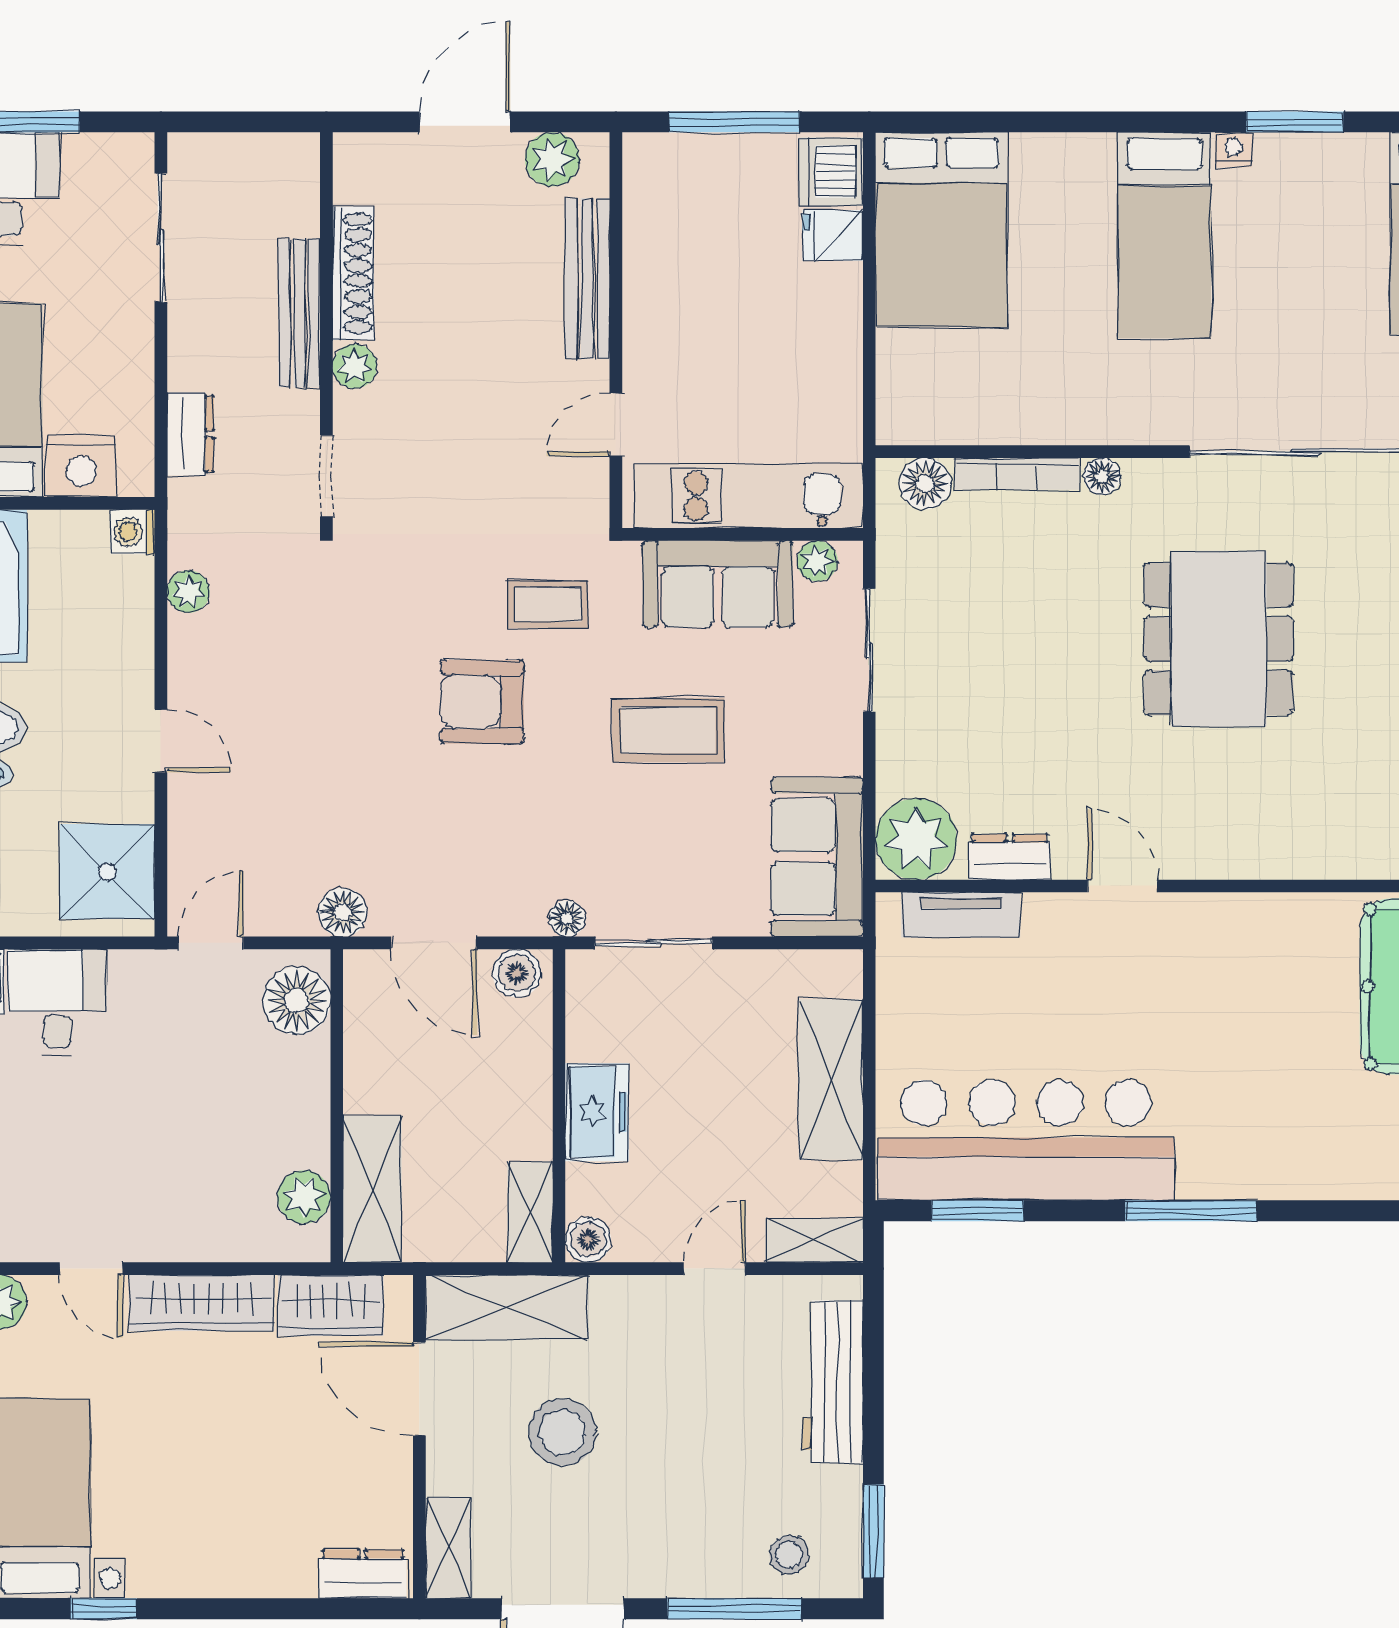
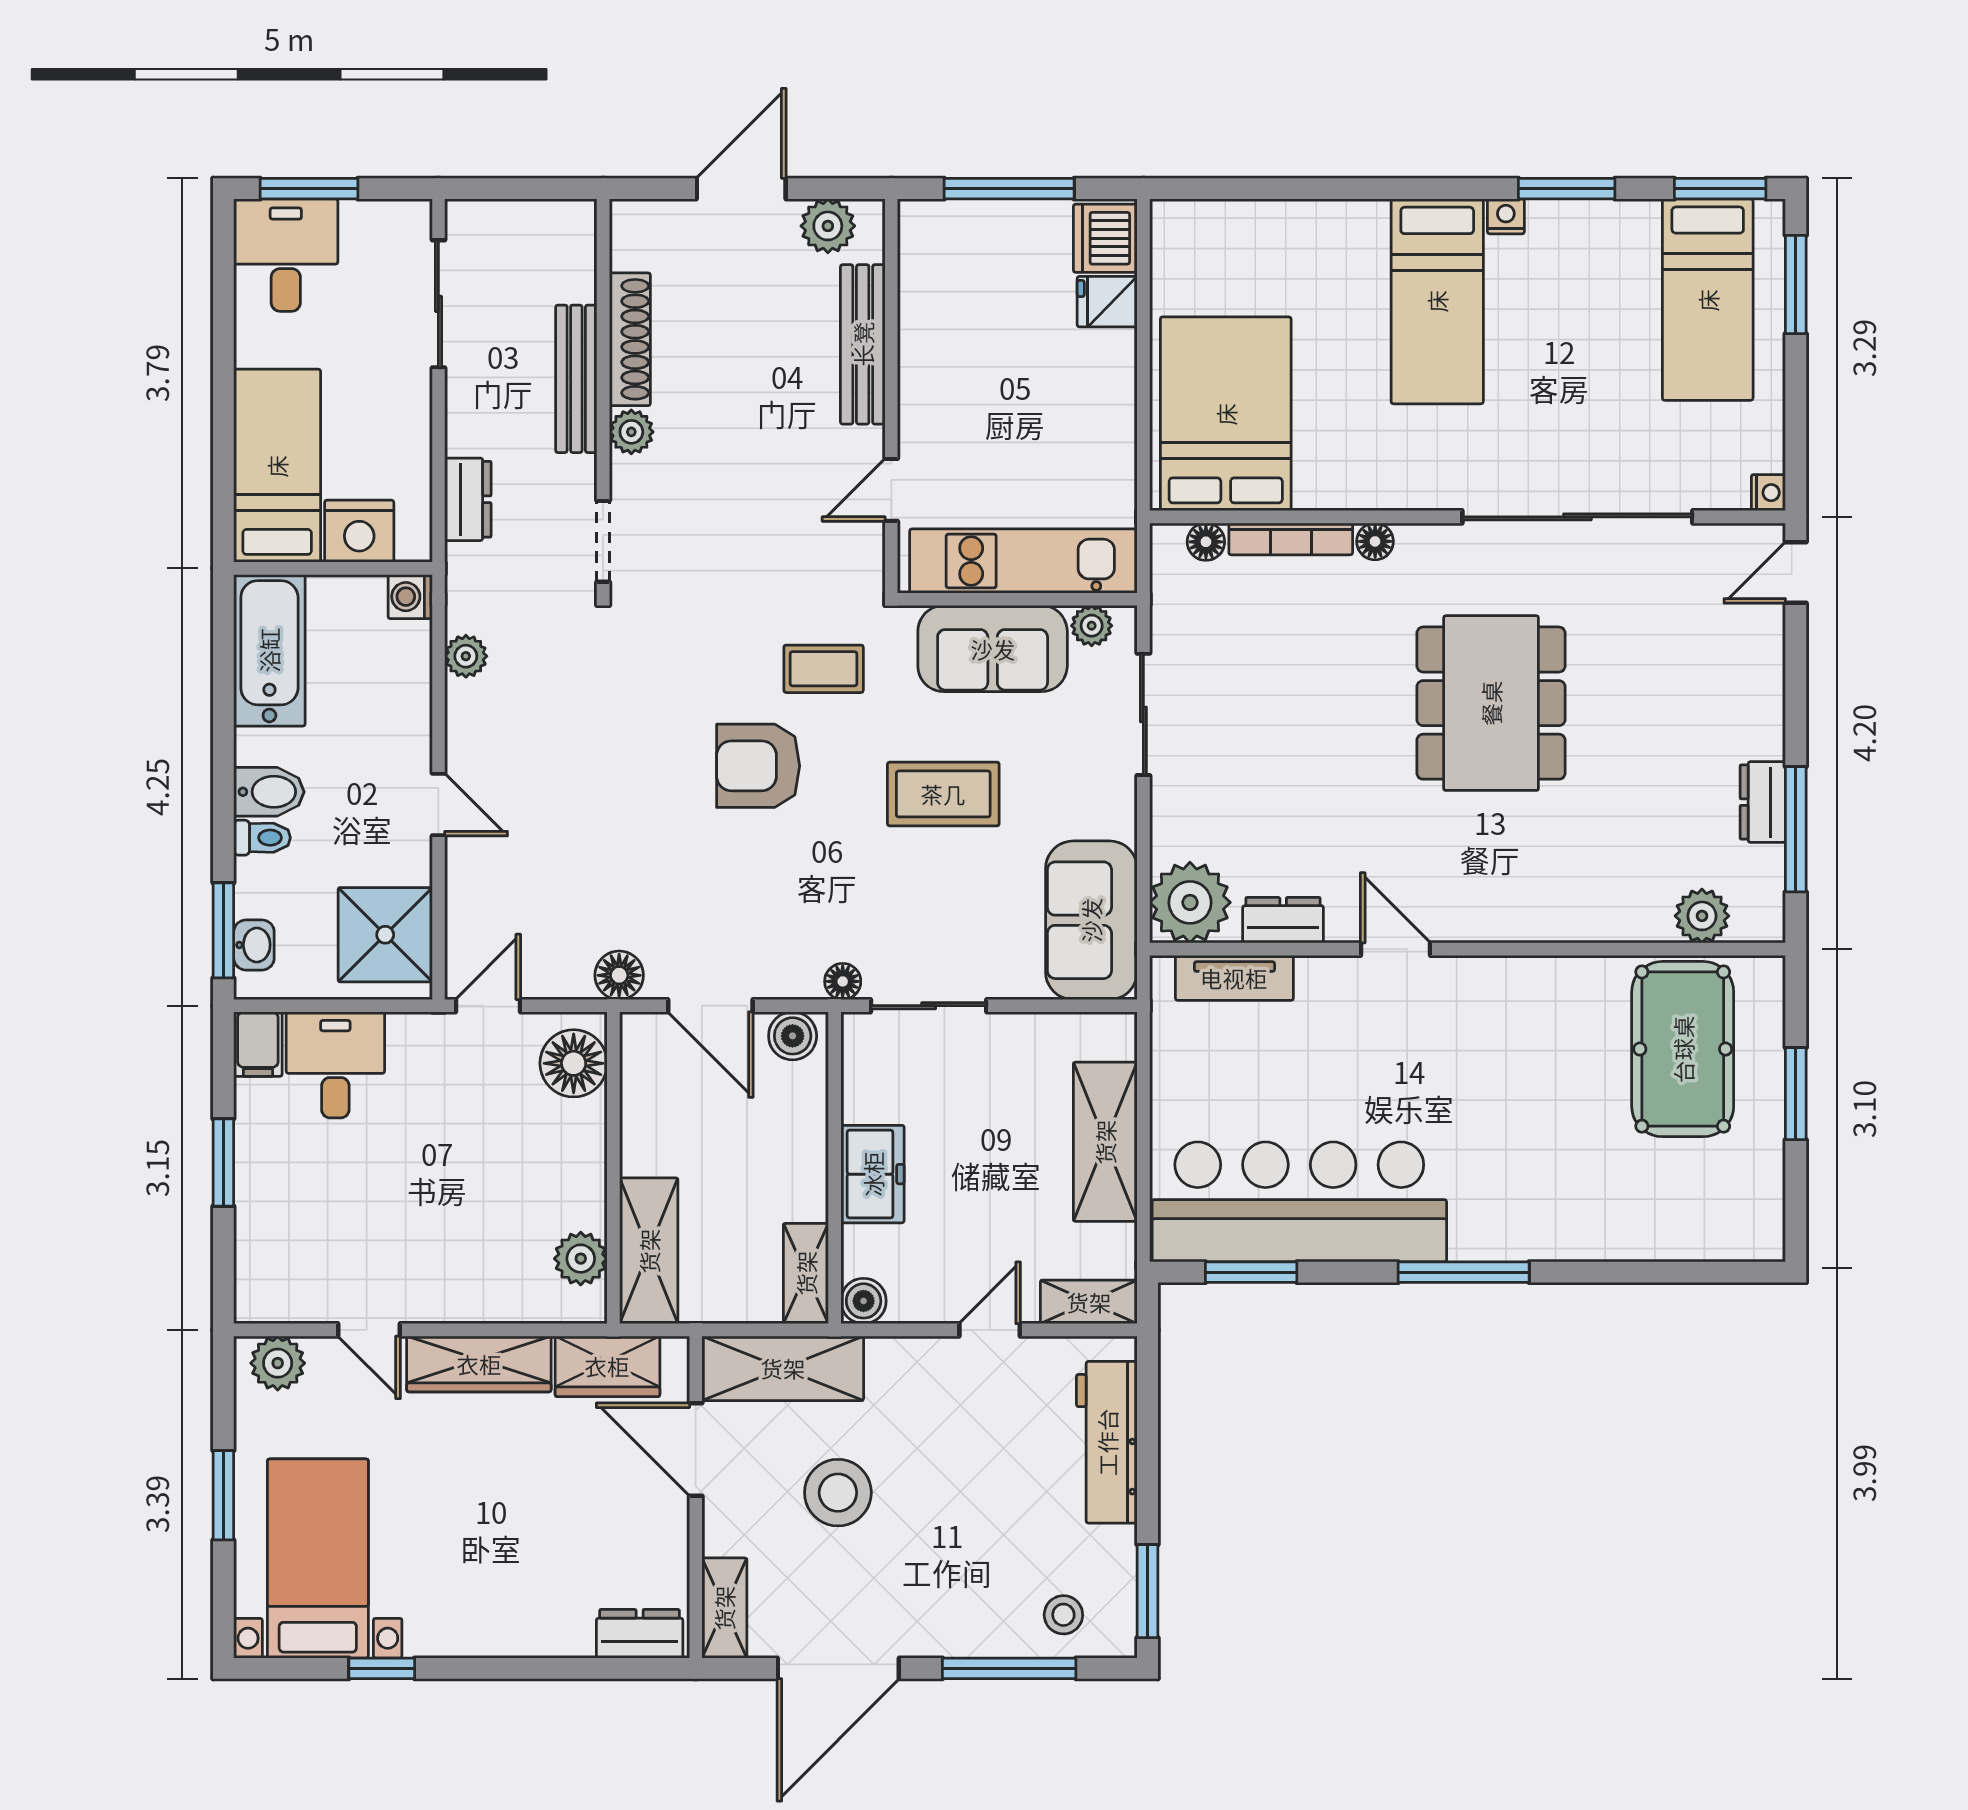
bed: (941, 230) -> (1226, 414), moved, turned 180
floor lamp: (925, 484) -> (1206, 542), width x0.73, depth x0.73

